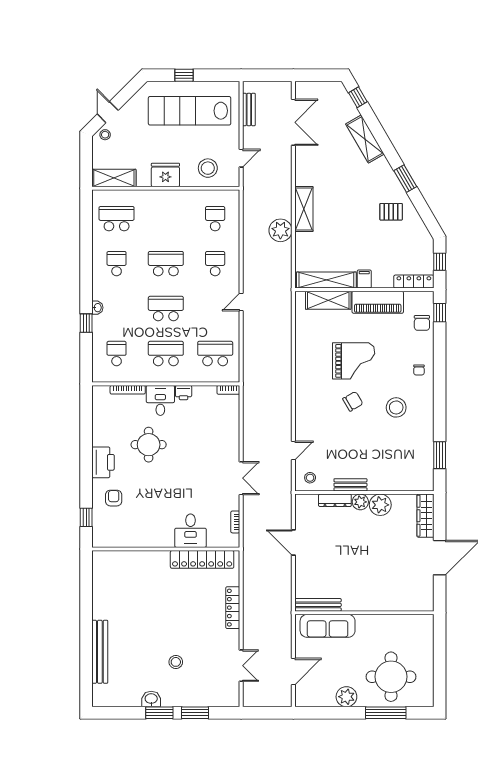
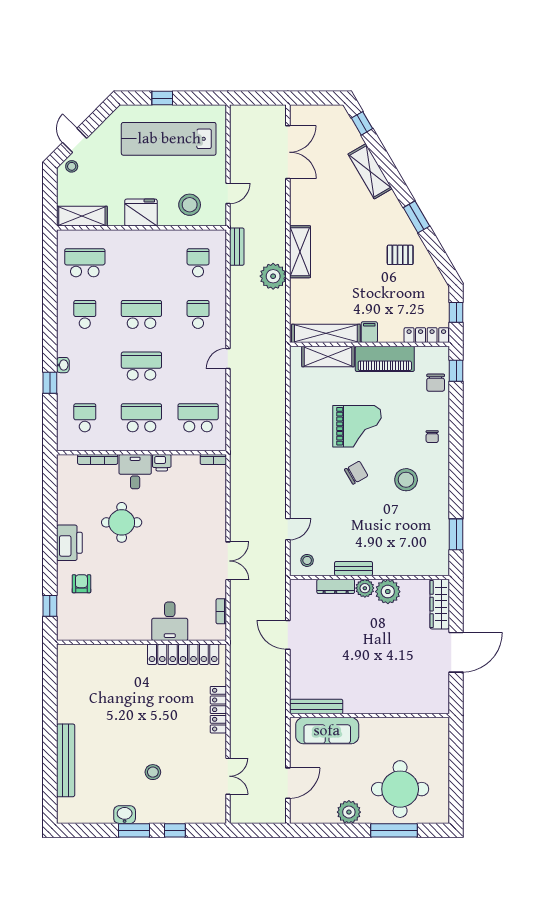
bench: (249, 109) -> (237, 247), moved
window: (195, 713) -> (175, 830), width x0.67

